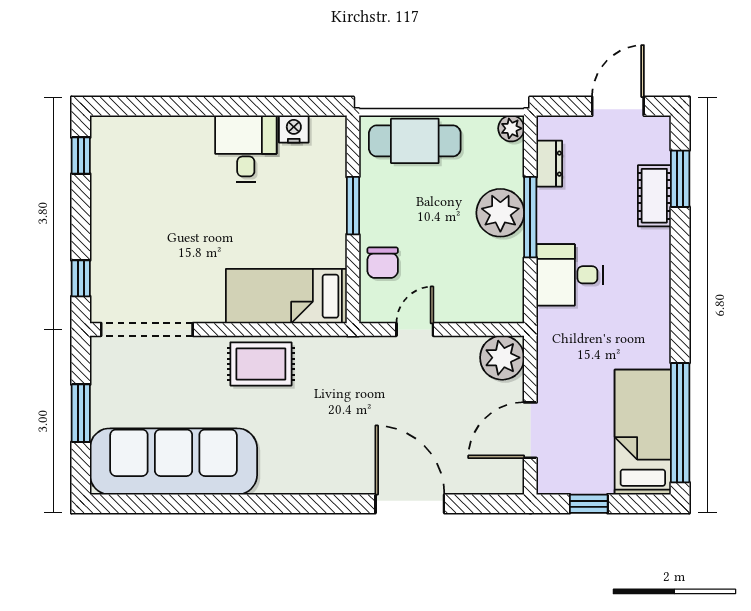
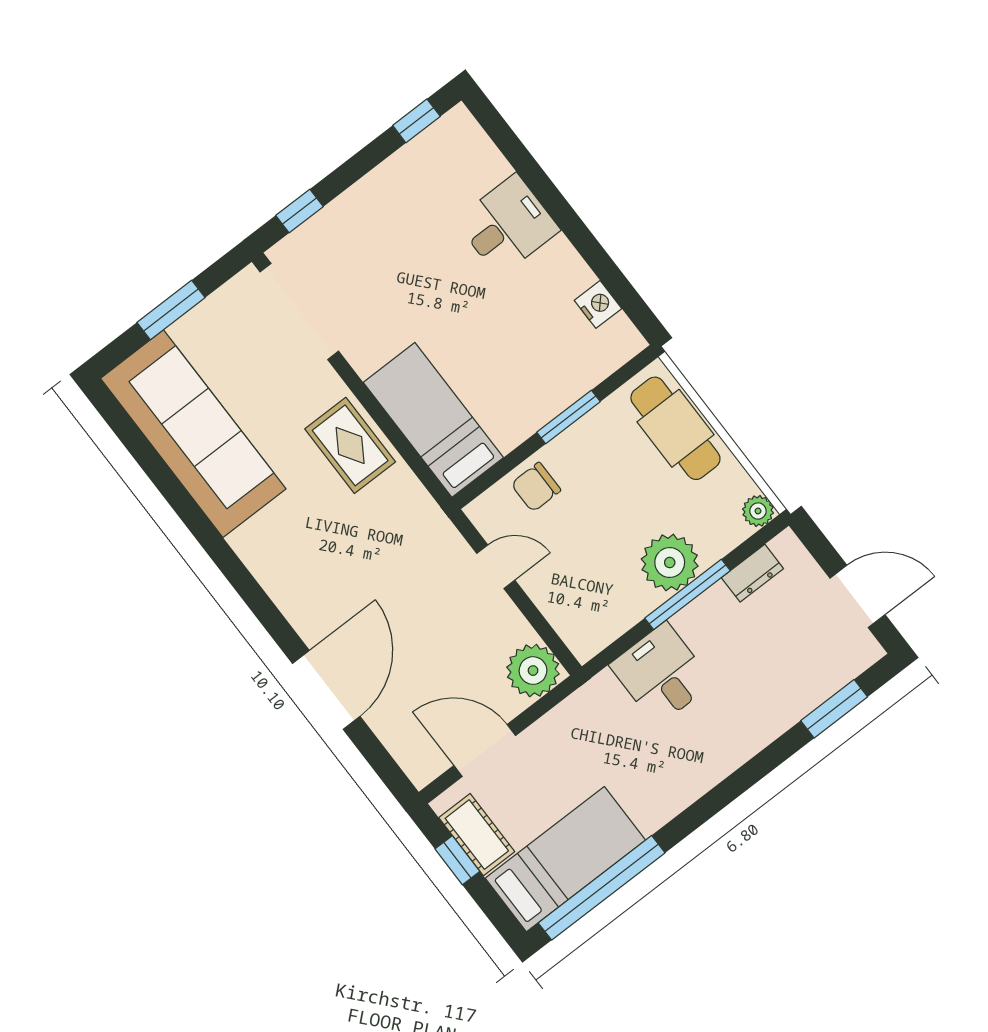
desk: (246, 149) -> (507, 225), moved
cot: (654, 196) -> (477, 835), moved, turned 90

